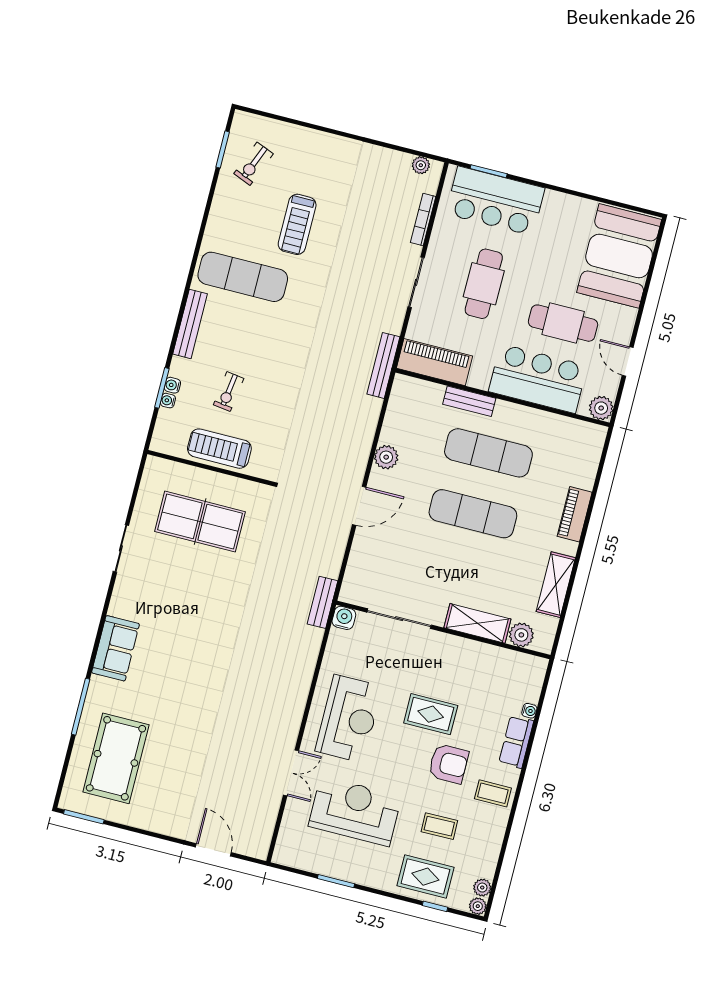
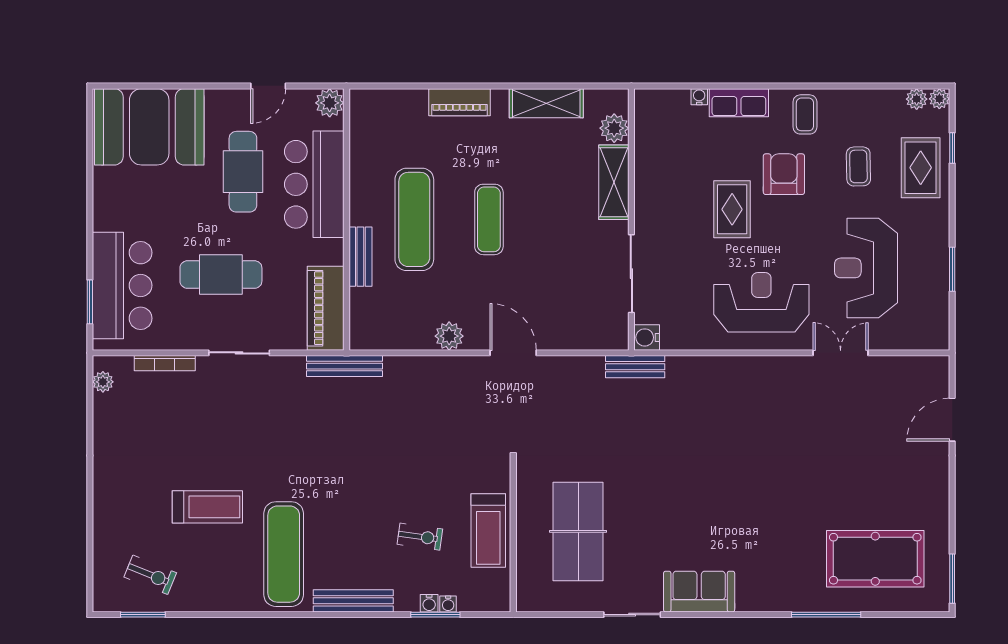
exercise mat: (473, 514) -> (489, 219), width x0.73, depth x0.69
sofa: (115, 648) -> (699, 592), moved

